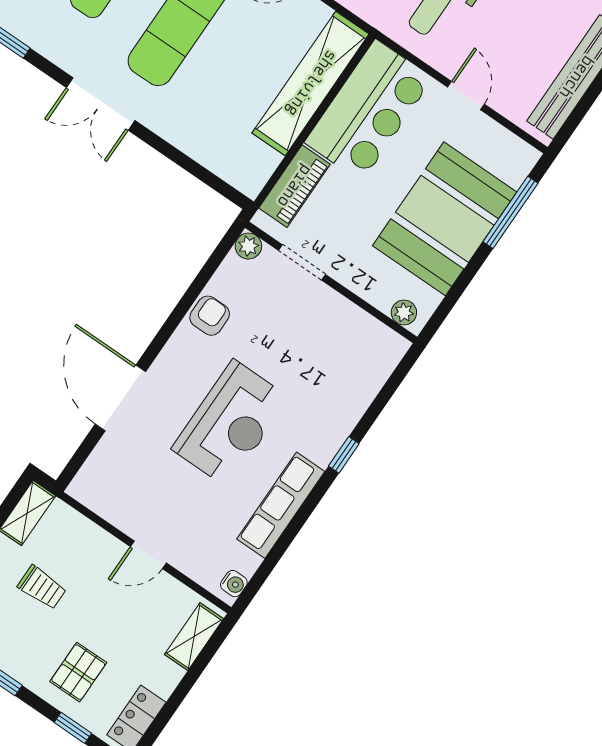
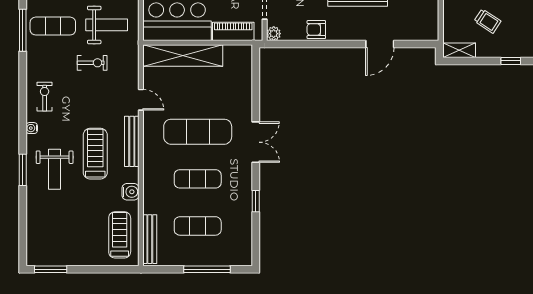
door: (120, 398) -> (380, 44), width x0.73
trolley: (42, 587) -> (488, 21), turned 123

